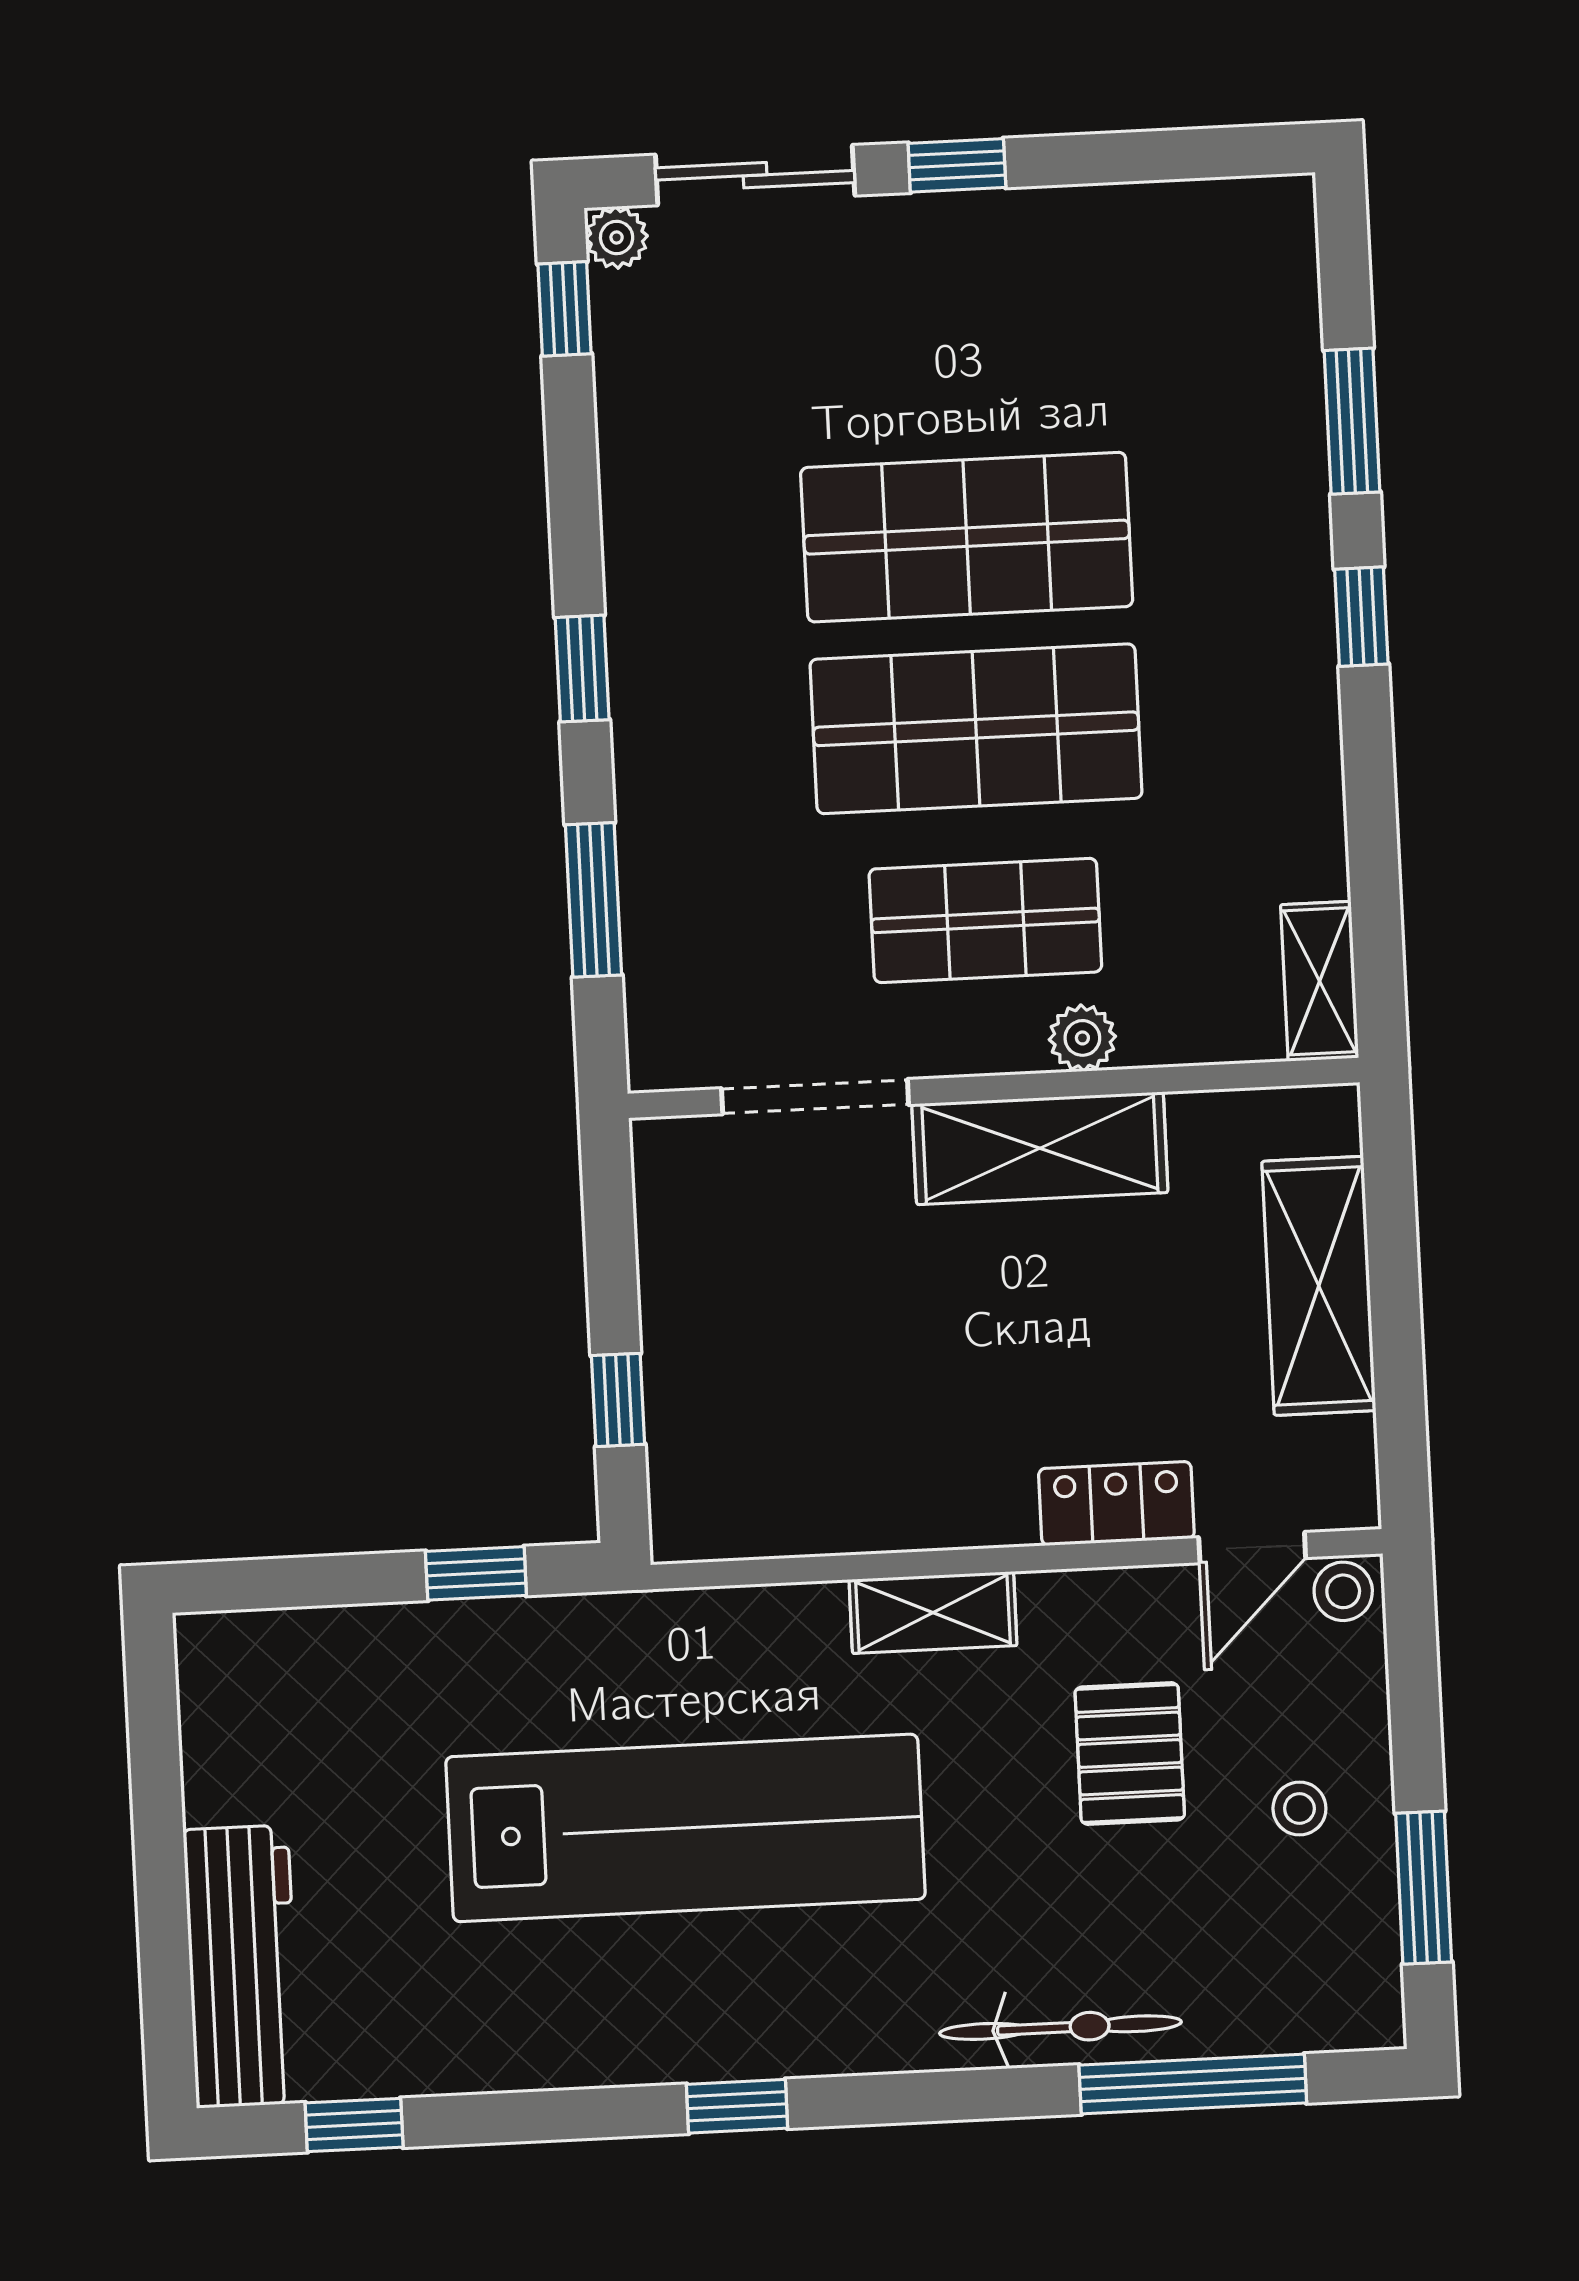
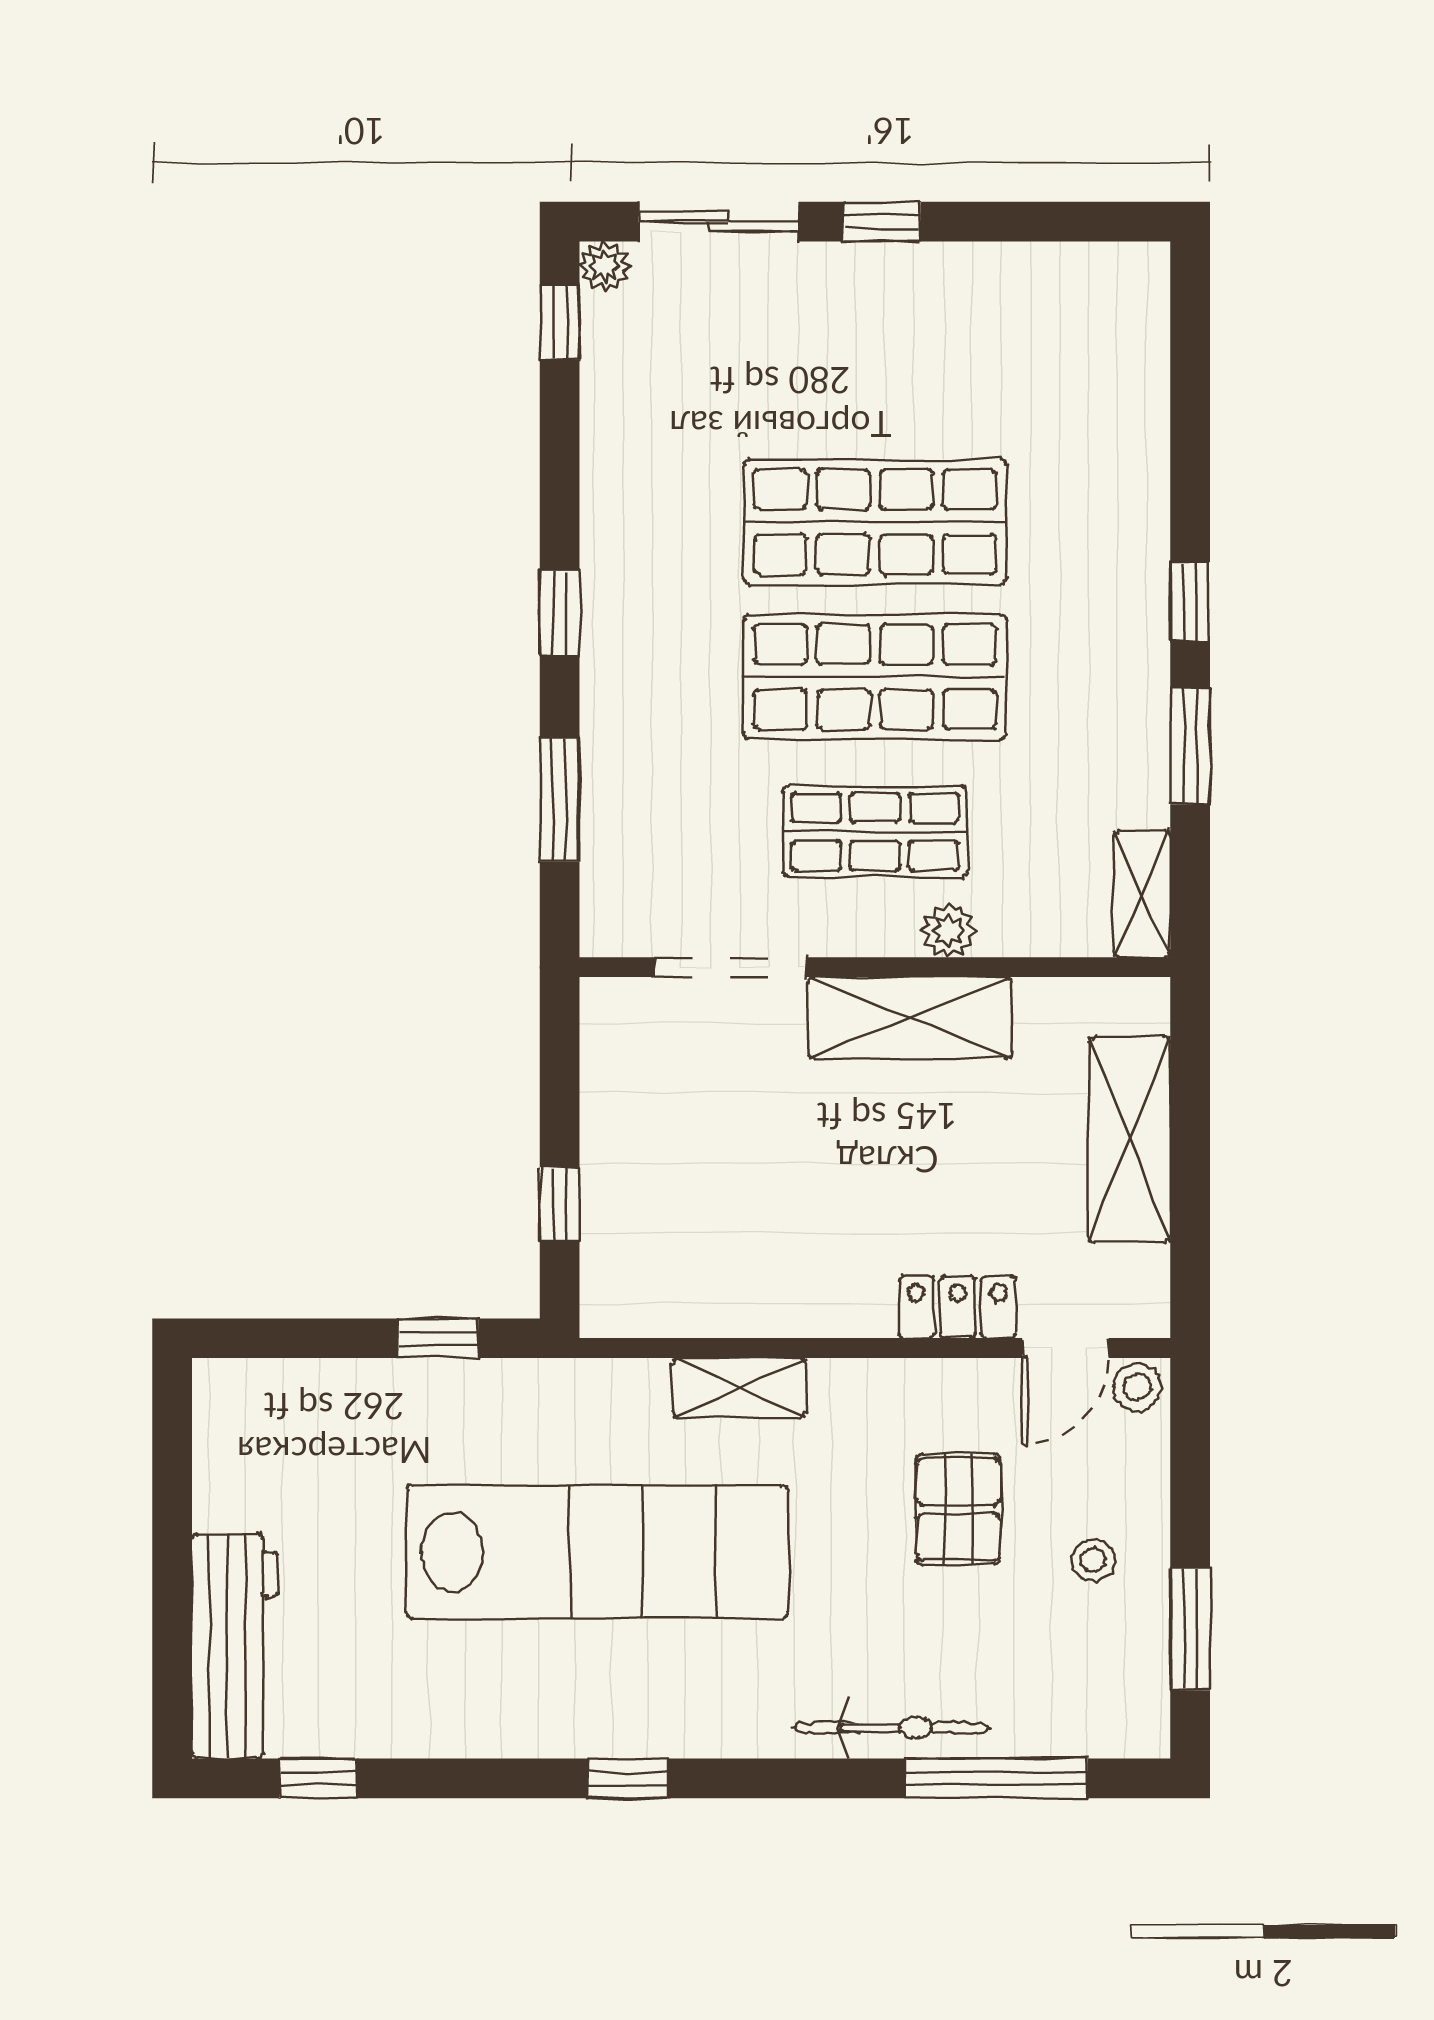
window: (1352, 421) -> (1190, 746), moved
shelving: (933, 1613) -> (739, 1388), moved

